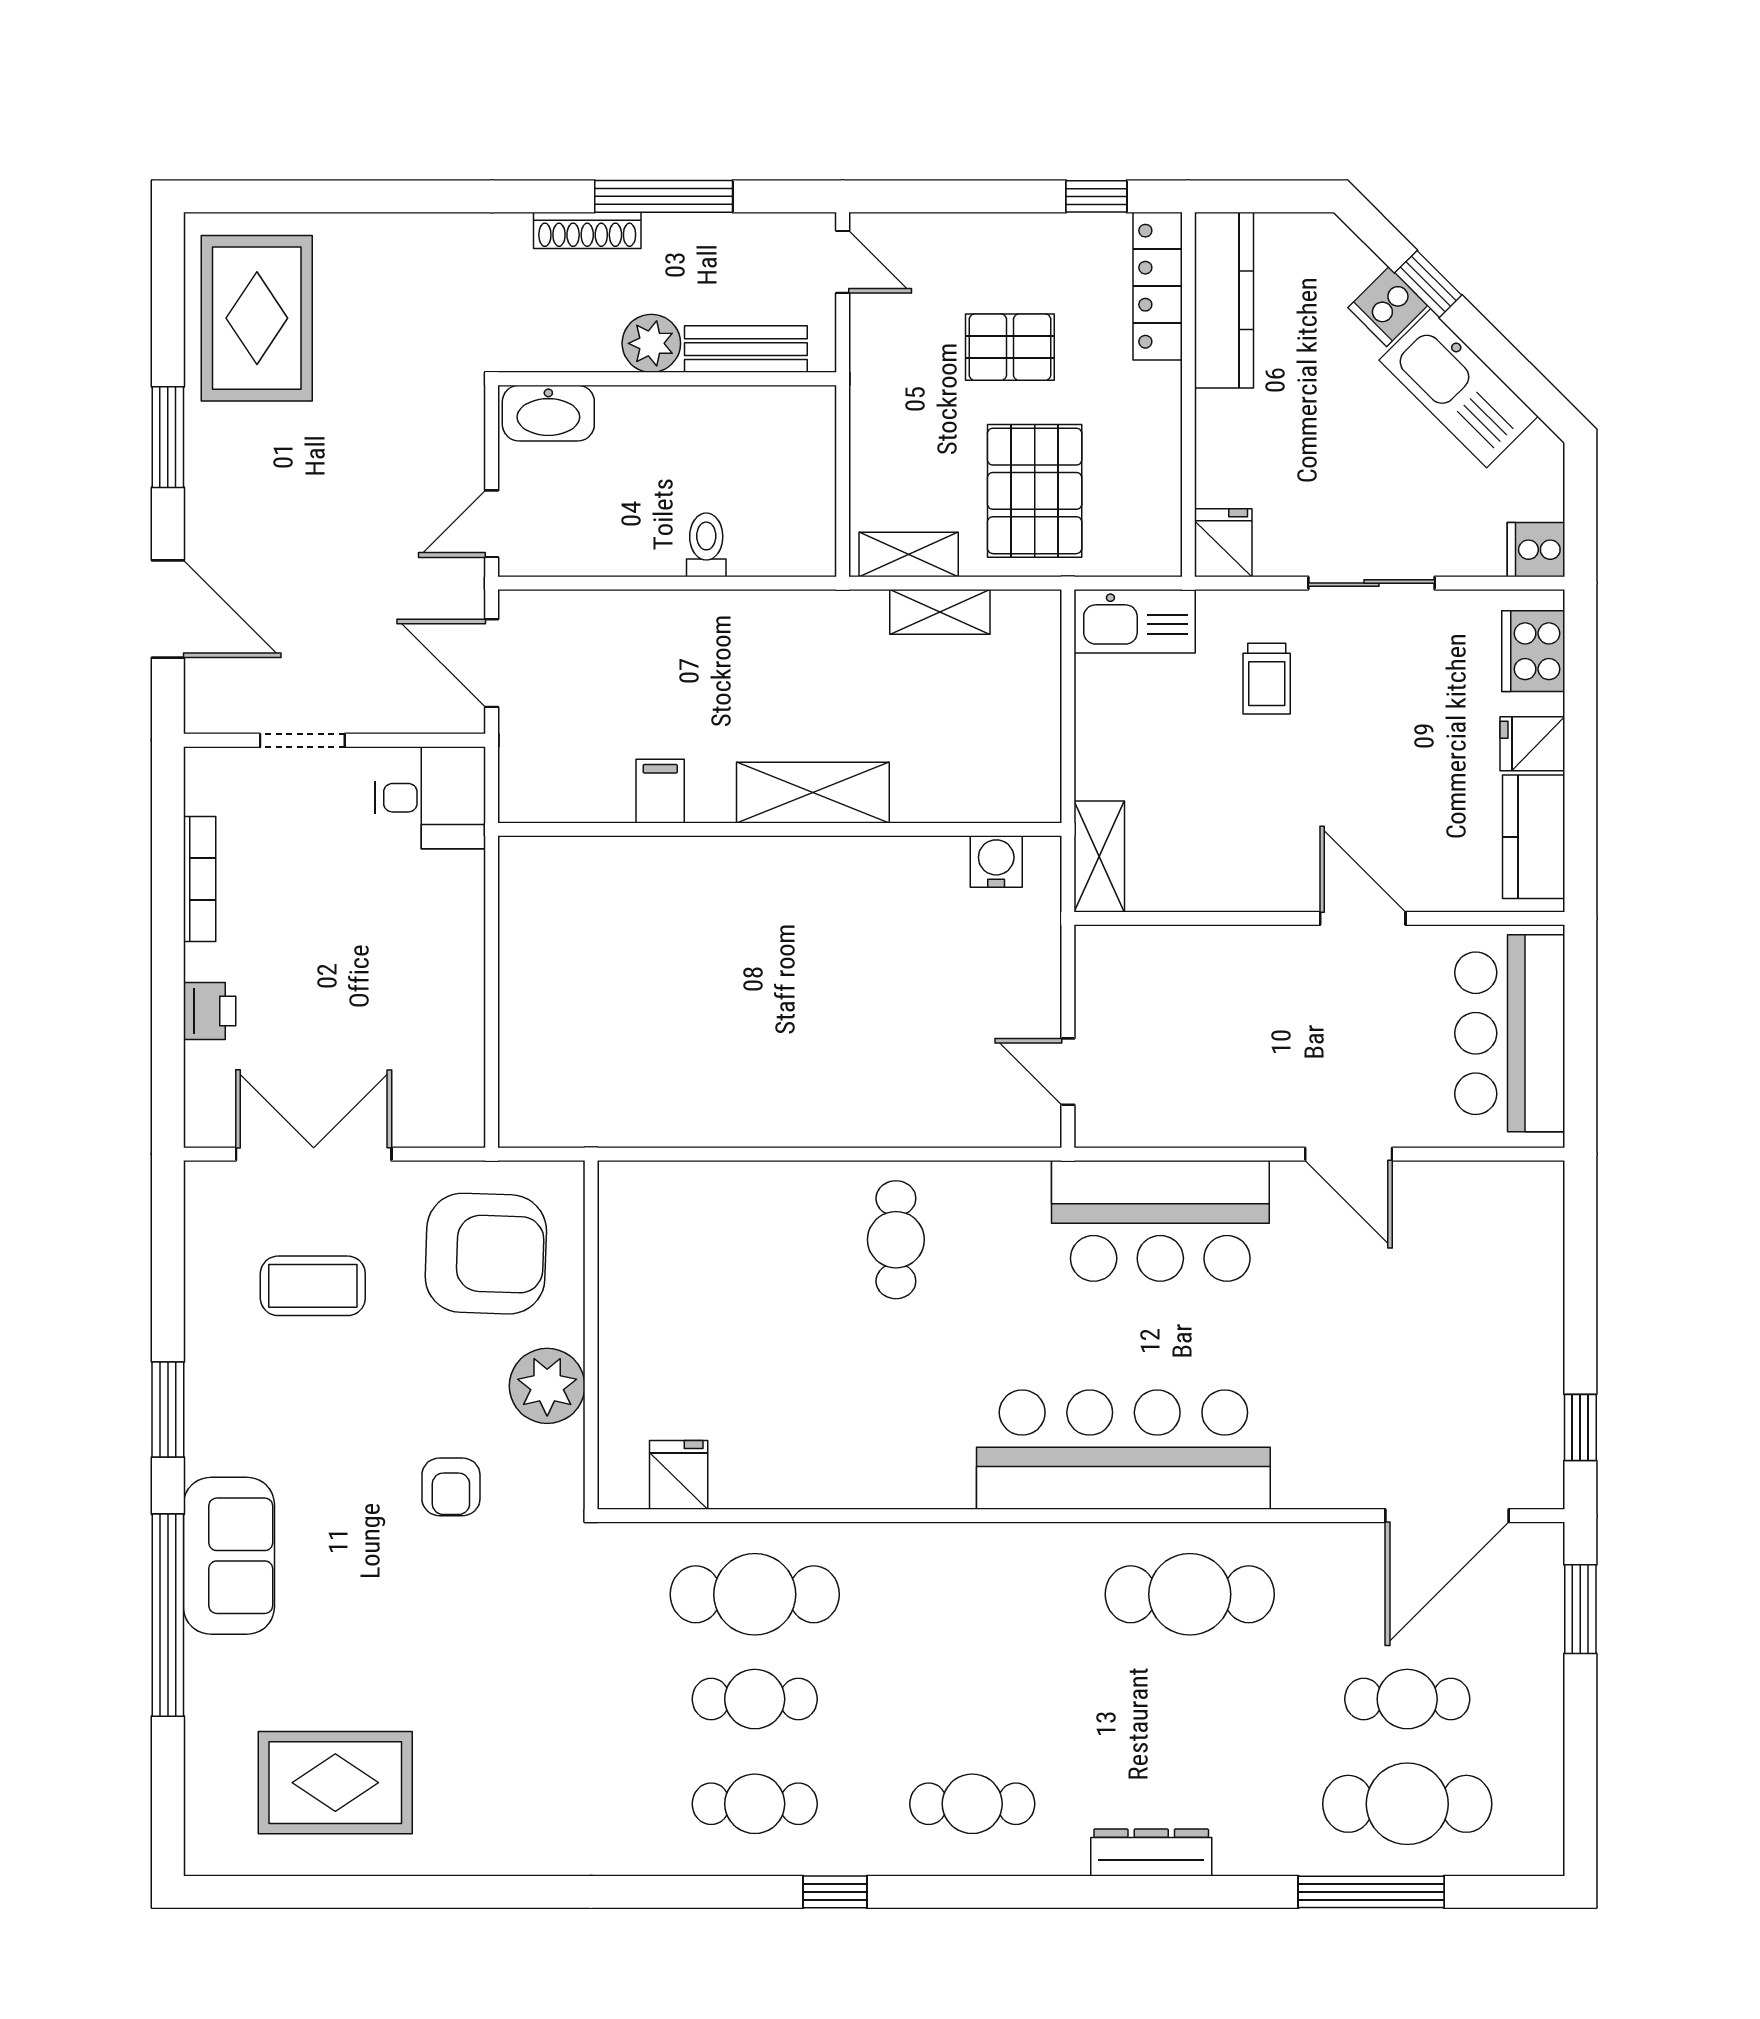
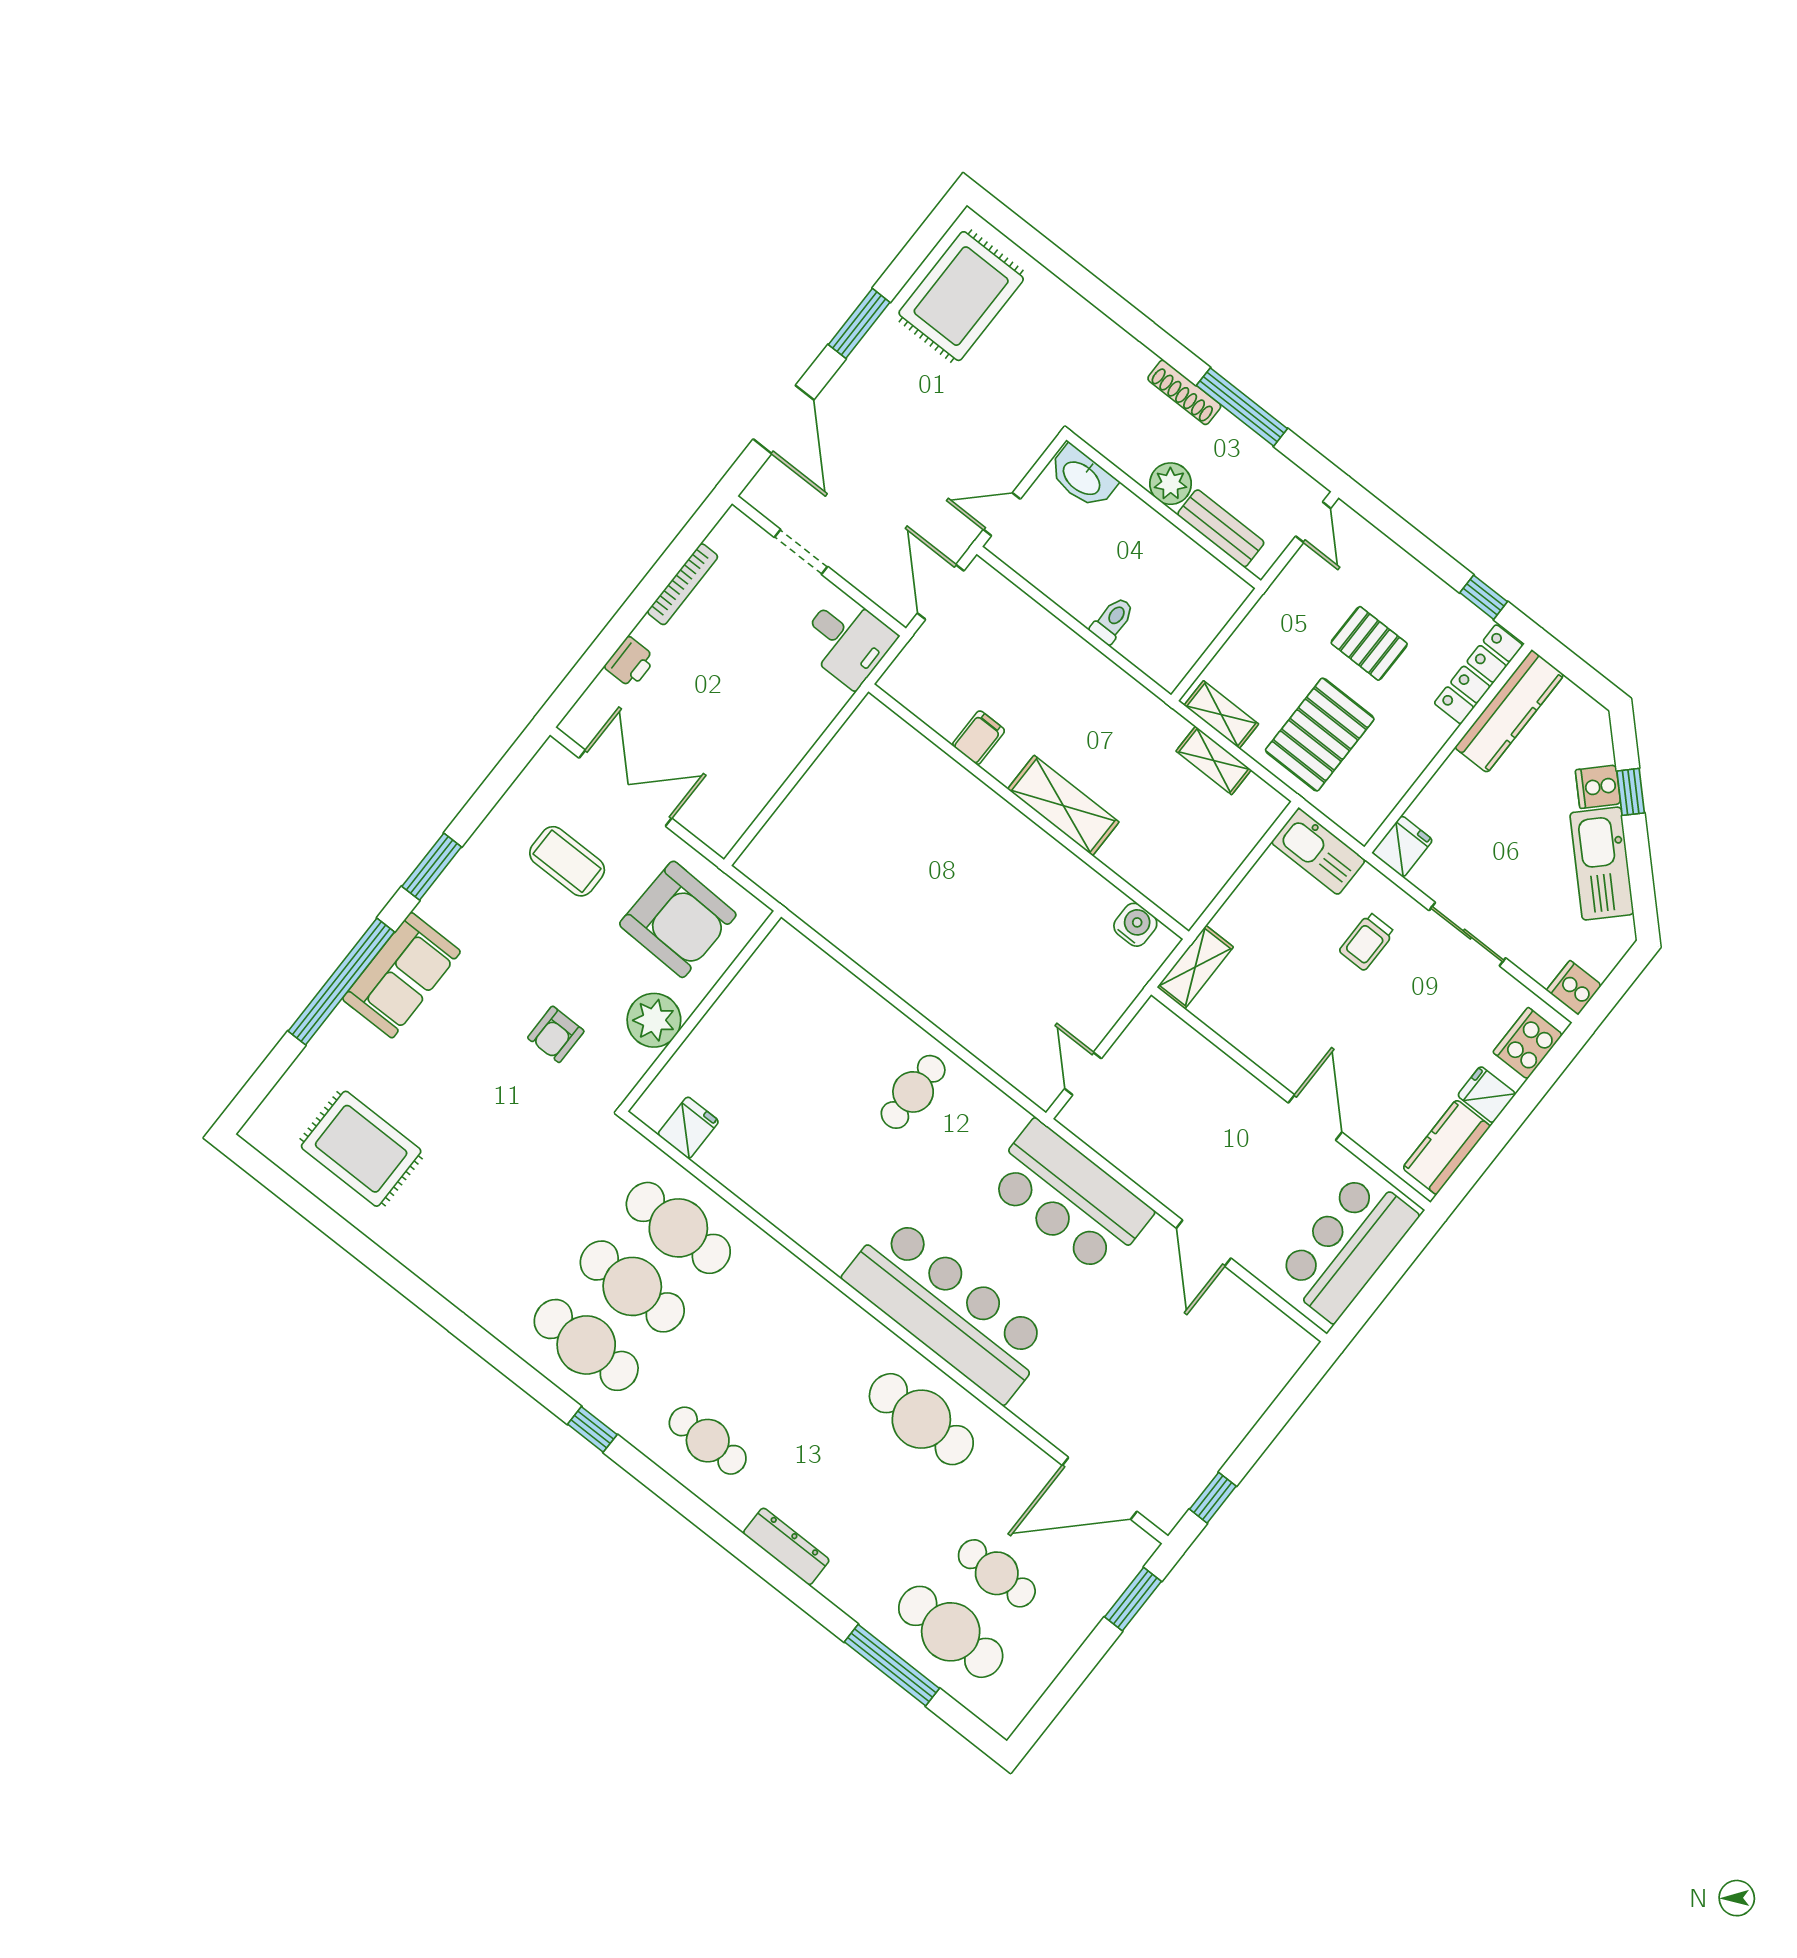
cafe table: (755, 1699) -> (632, 1286), width x1.37, depth x1.35
cafe table: (755, 1804) -> (586, 1345), width x1.37, depth x1.35

